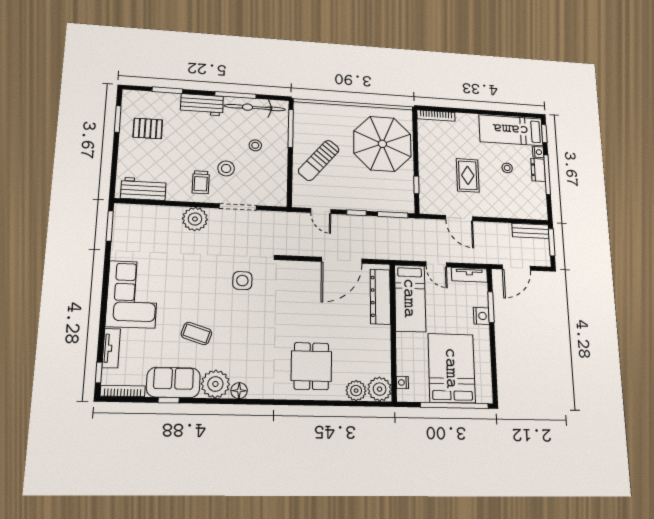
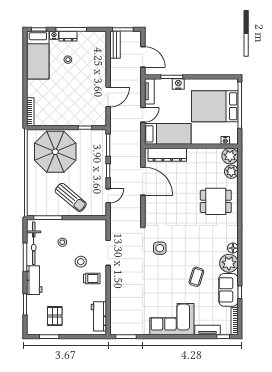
rug: (468, 175) -> (76, 90), removed
plant: (195, 219) -> (118, 281), removed

